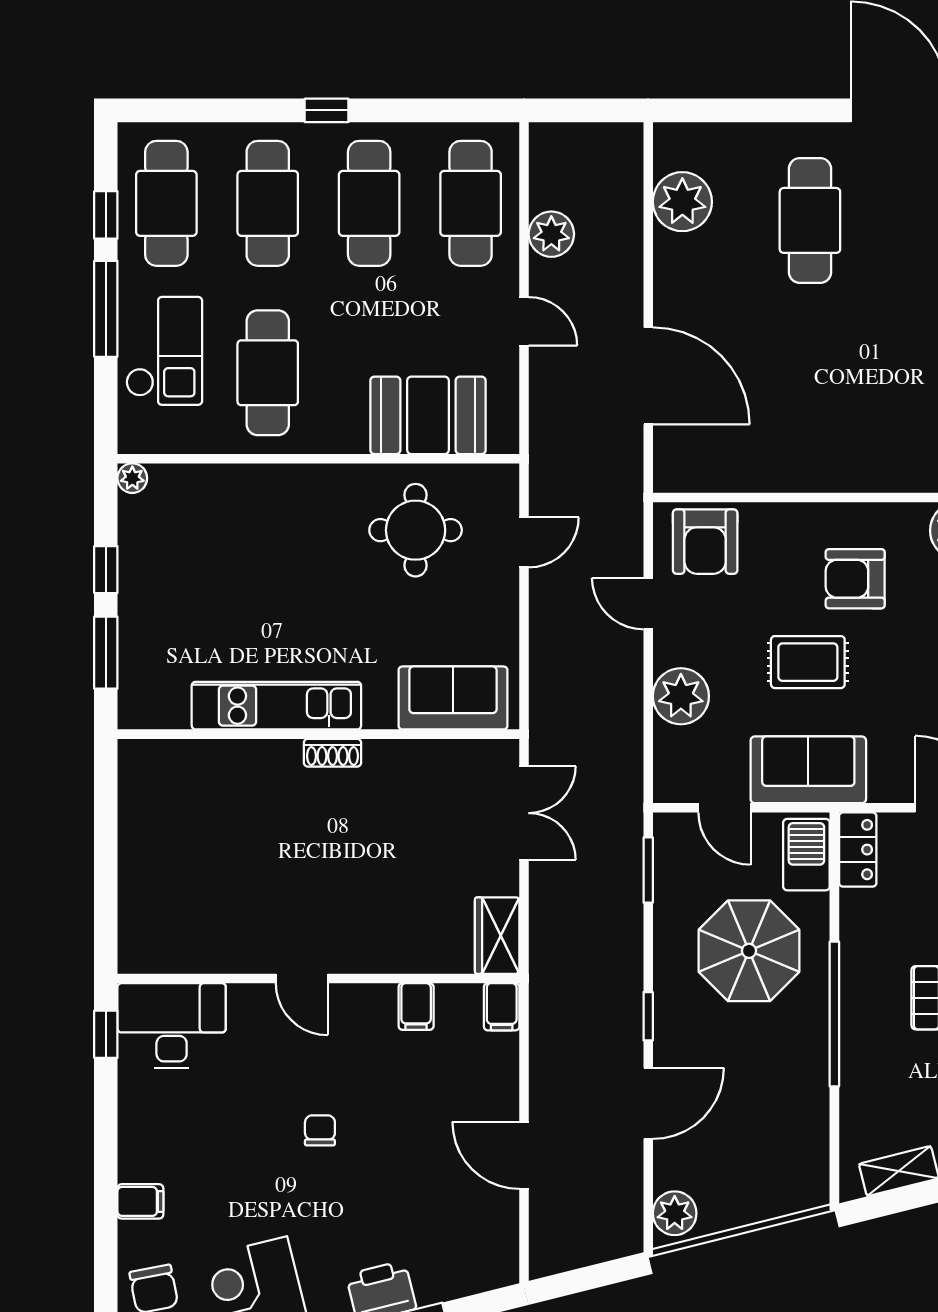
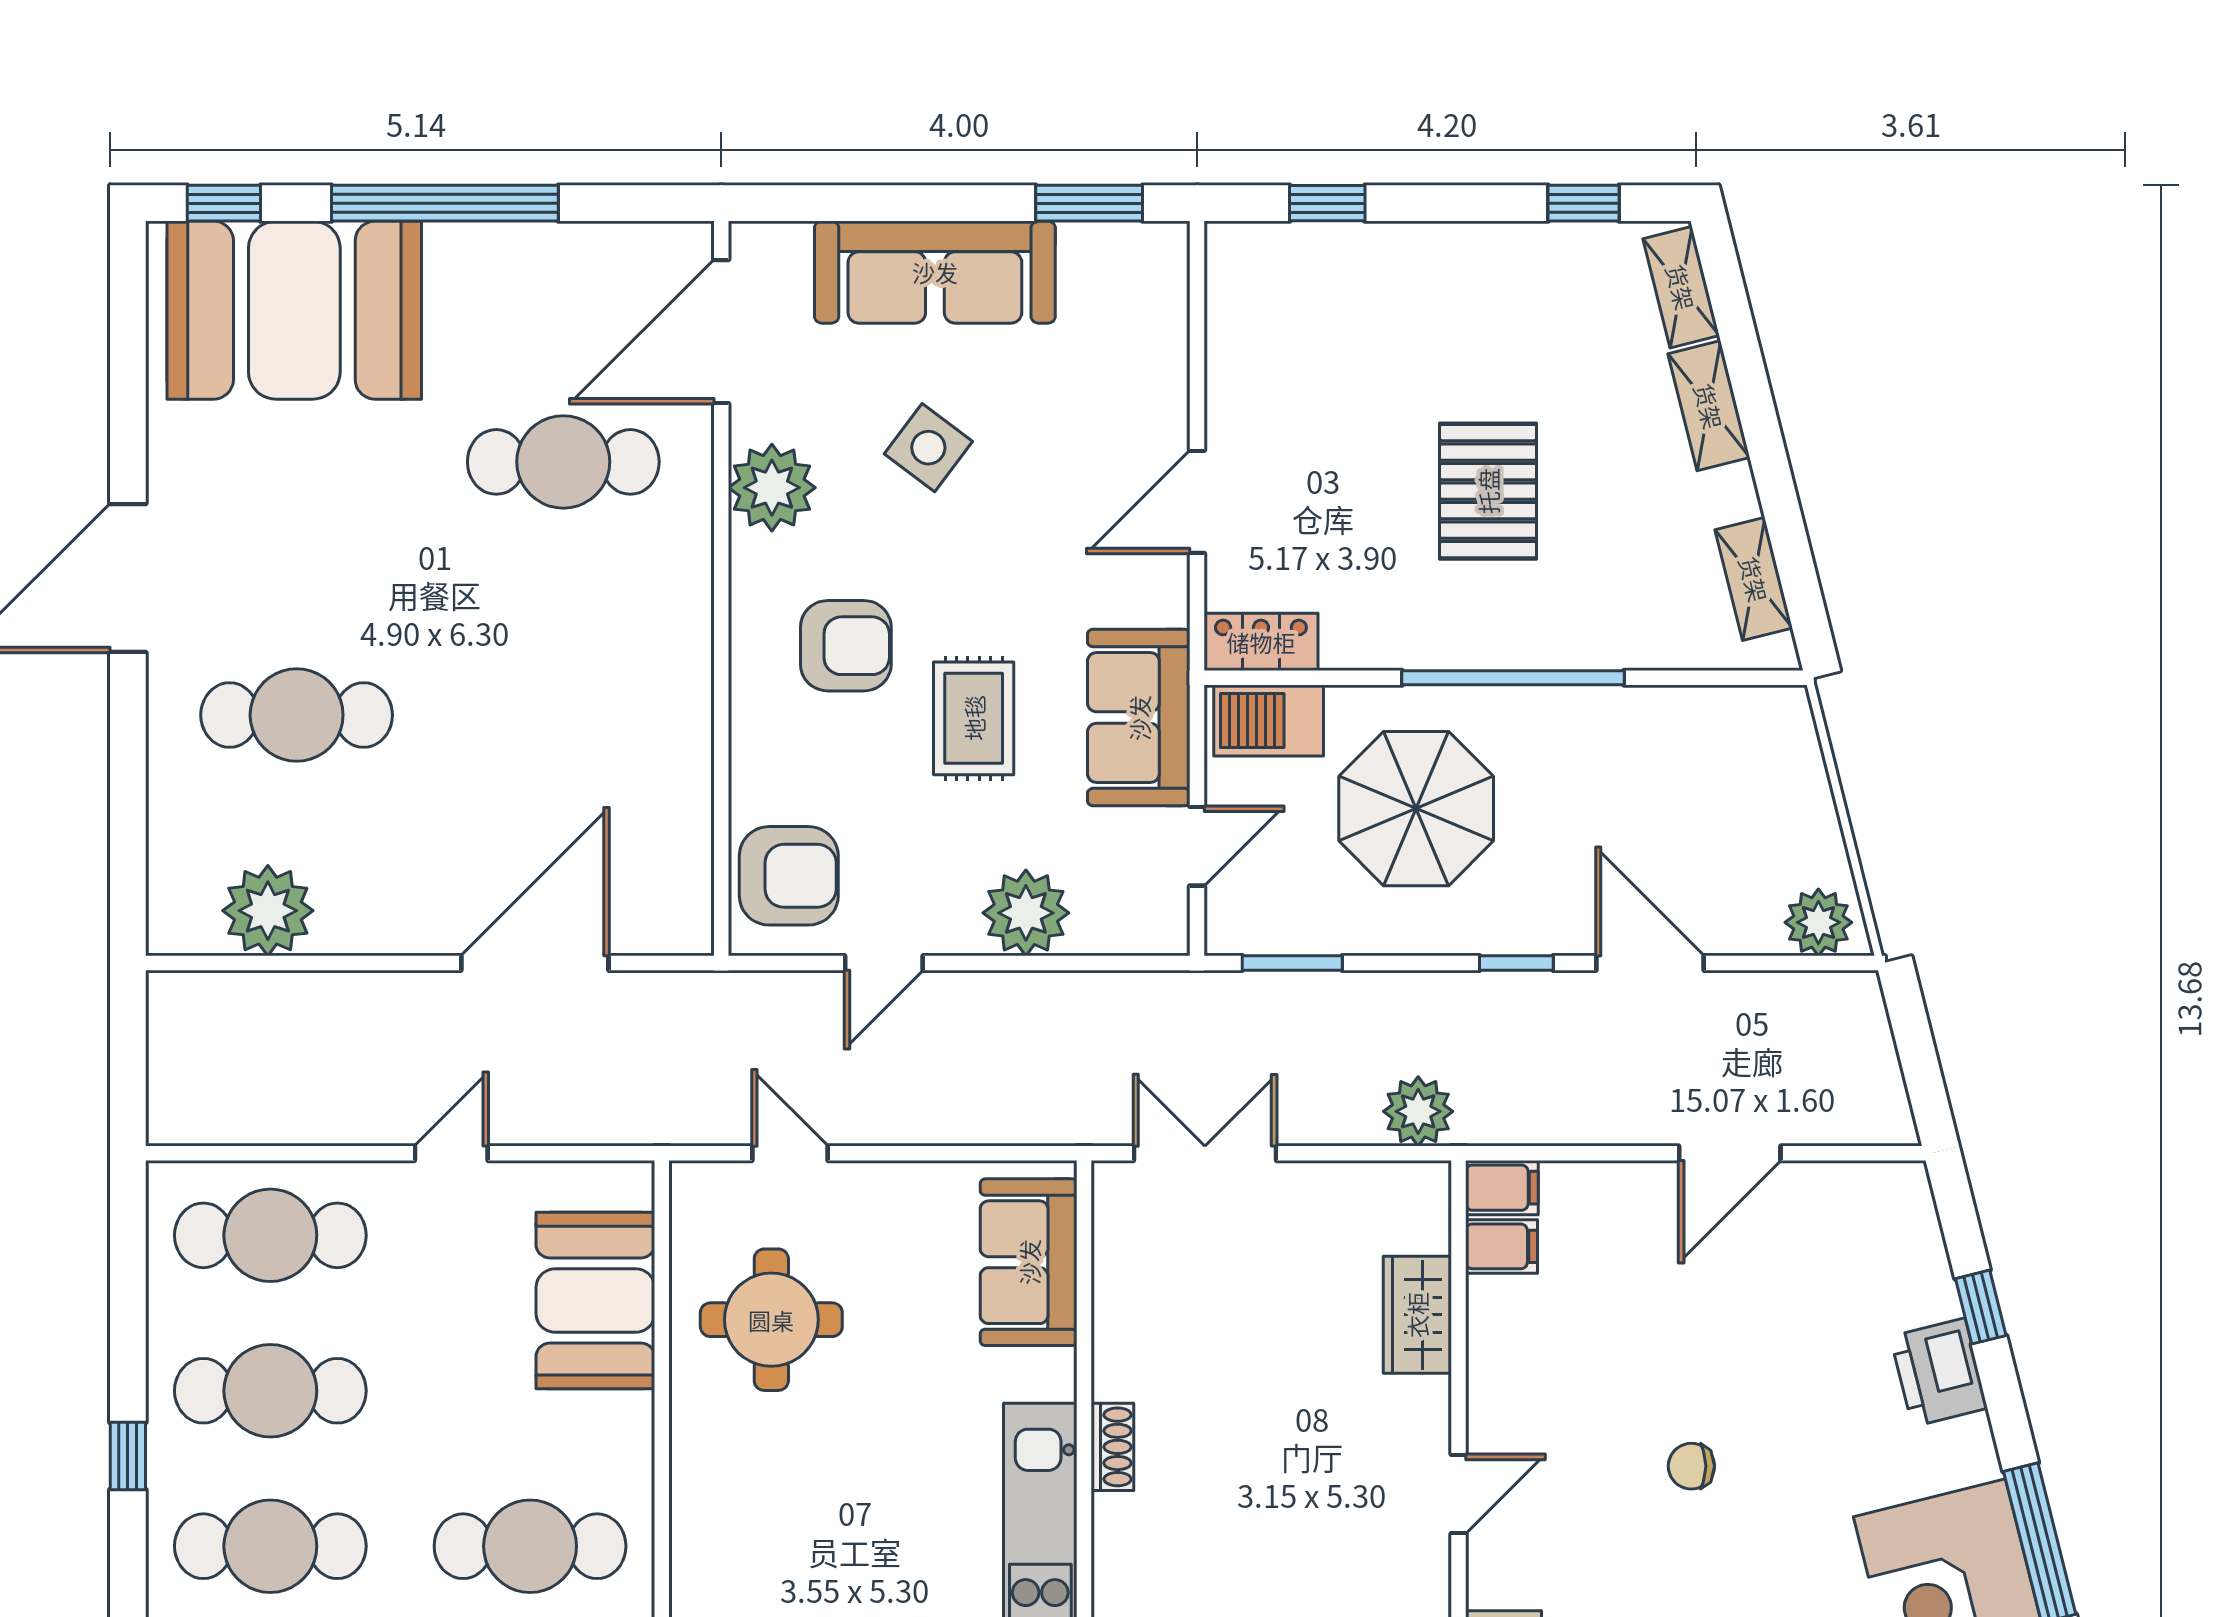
plant: (551, 234) -> (1418, 1111), moved
armchair: (855, 579) -> (846, 646), turned -90
wardrobe: (497, 936) -> (1417, 1315), moved, turned 90
filing cabinet: (416, 1007) -> (1502, 1246), moved

